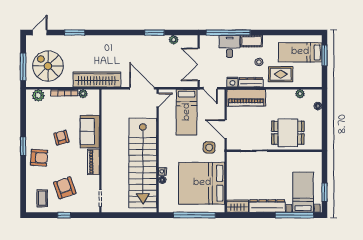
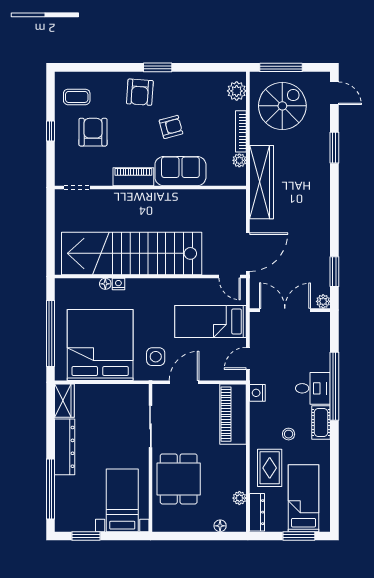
wall: (199, 61) -> (290, 310), moved
double door: (199, 64) -> (285, 310), moved
dresser: (251, 82) -> (257, 512), moved
armchair: (65, 188) -> (93, 132), turned -71
bed with nightstands: (303, 192) -> (122, 500), moved, turned -90

